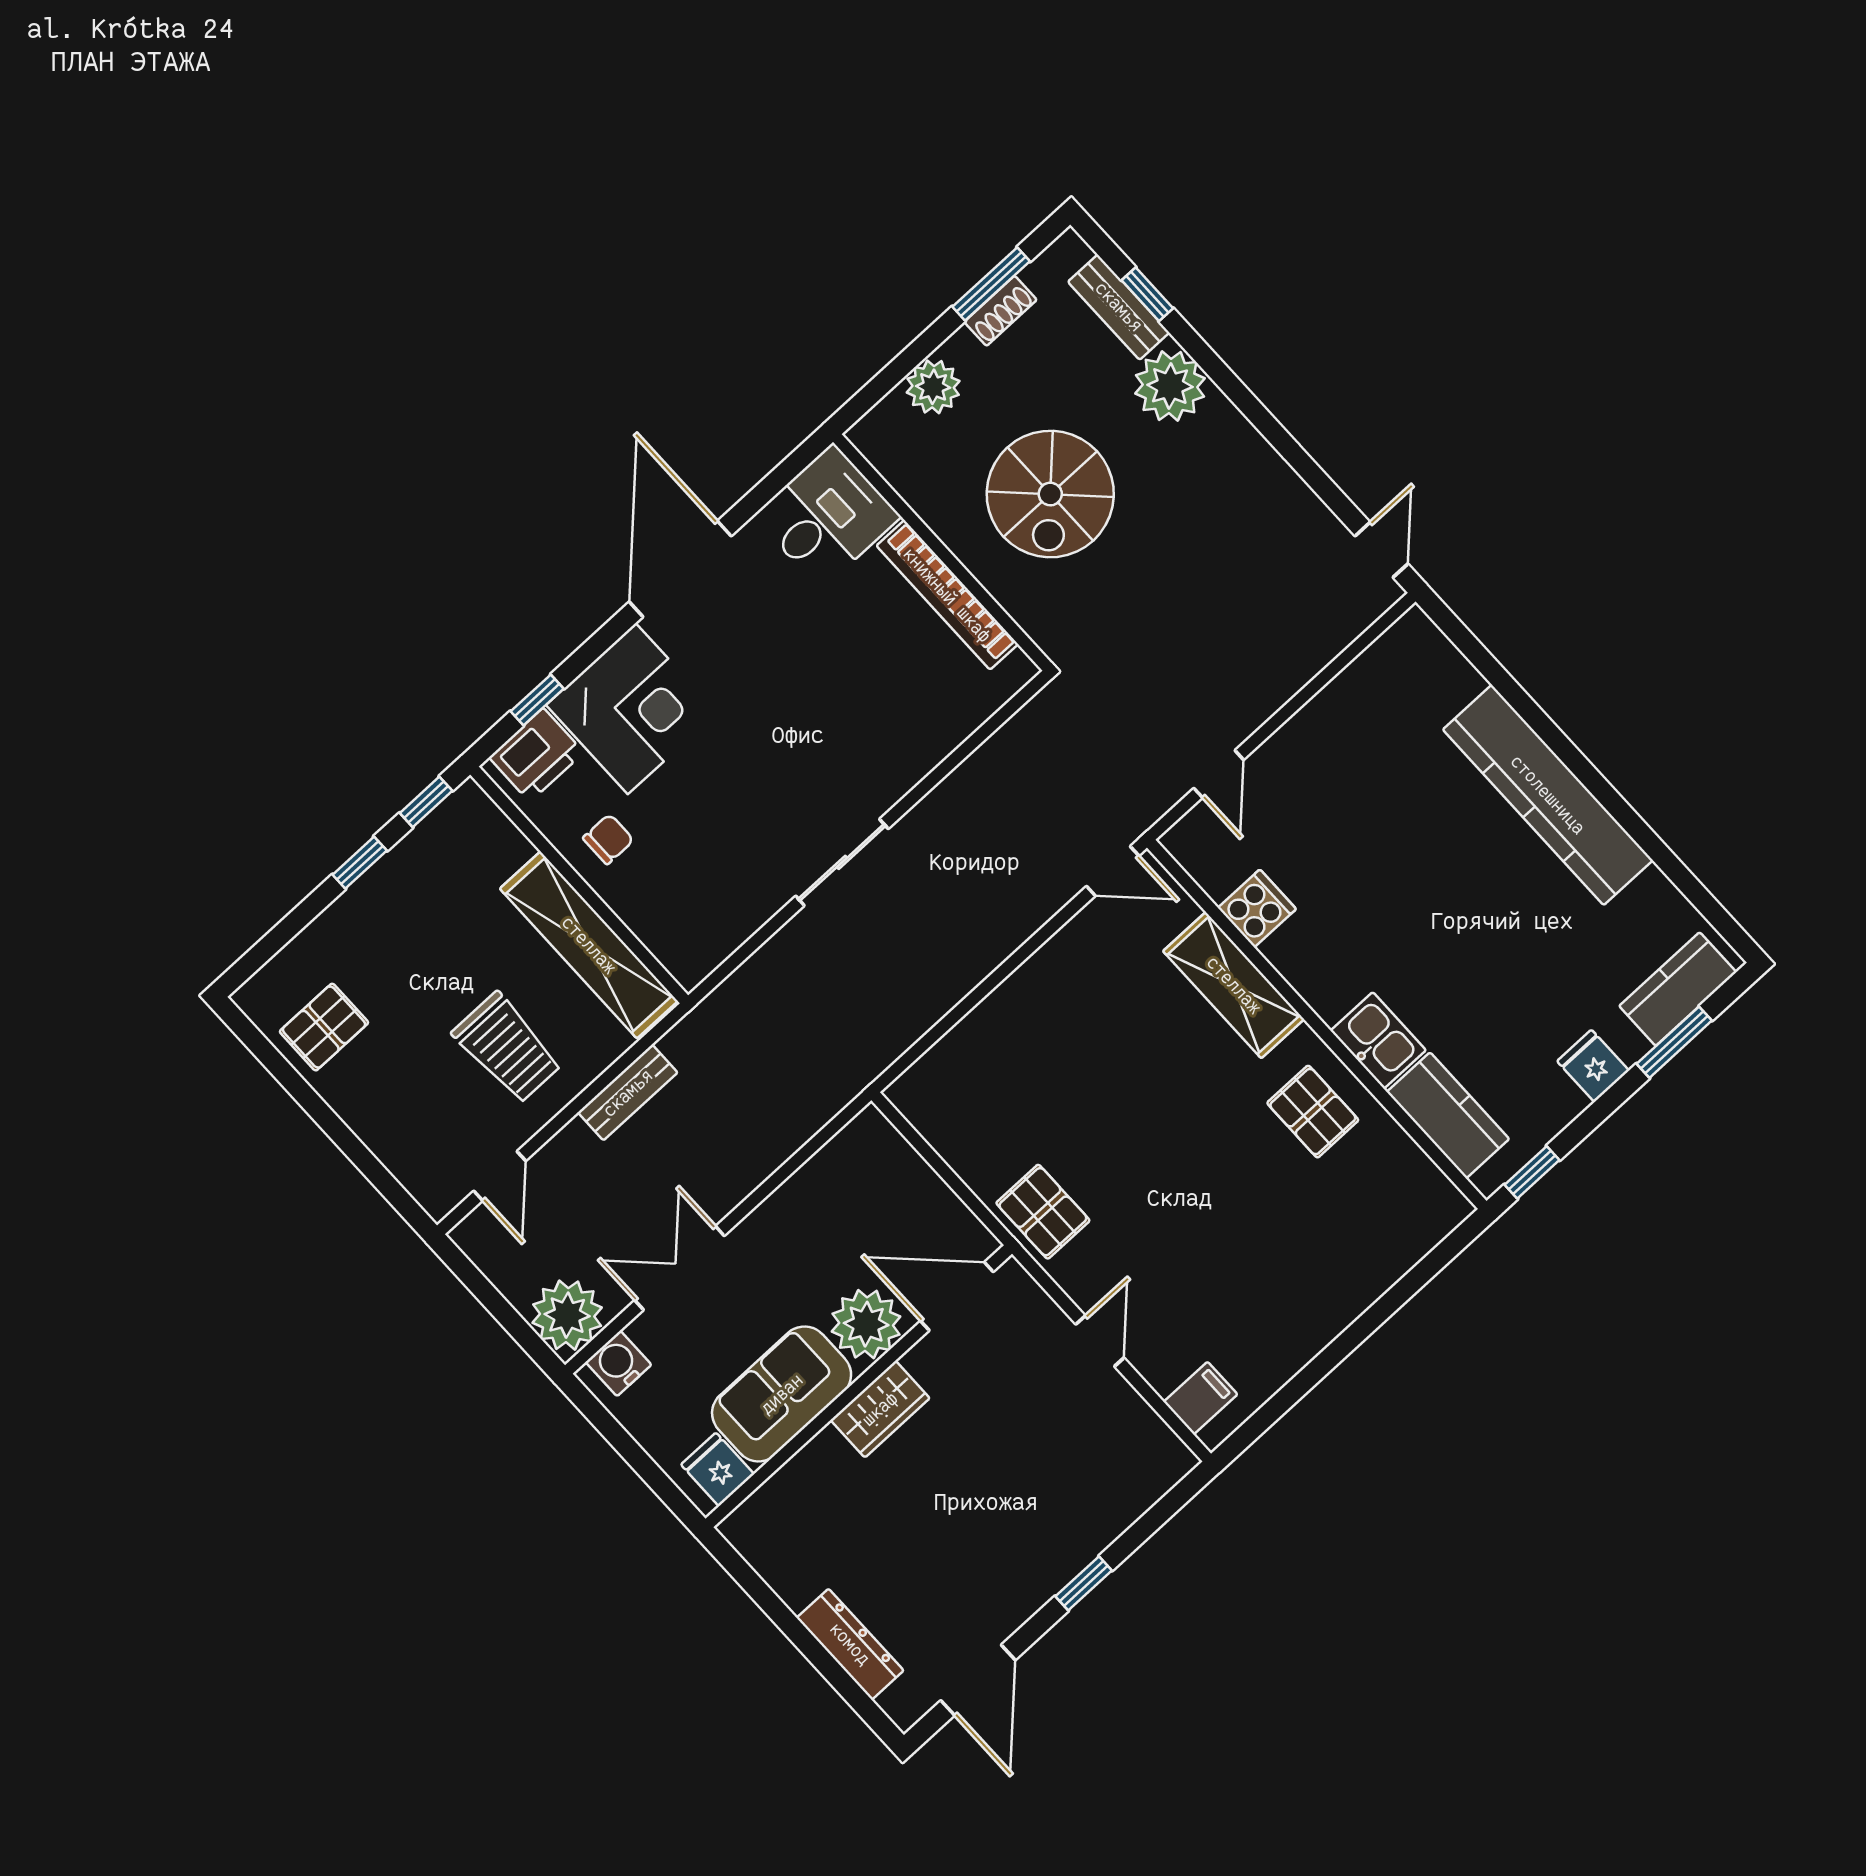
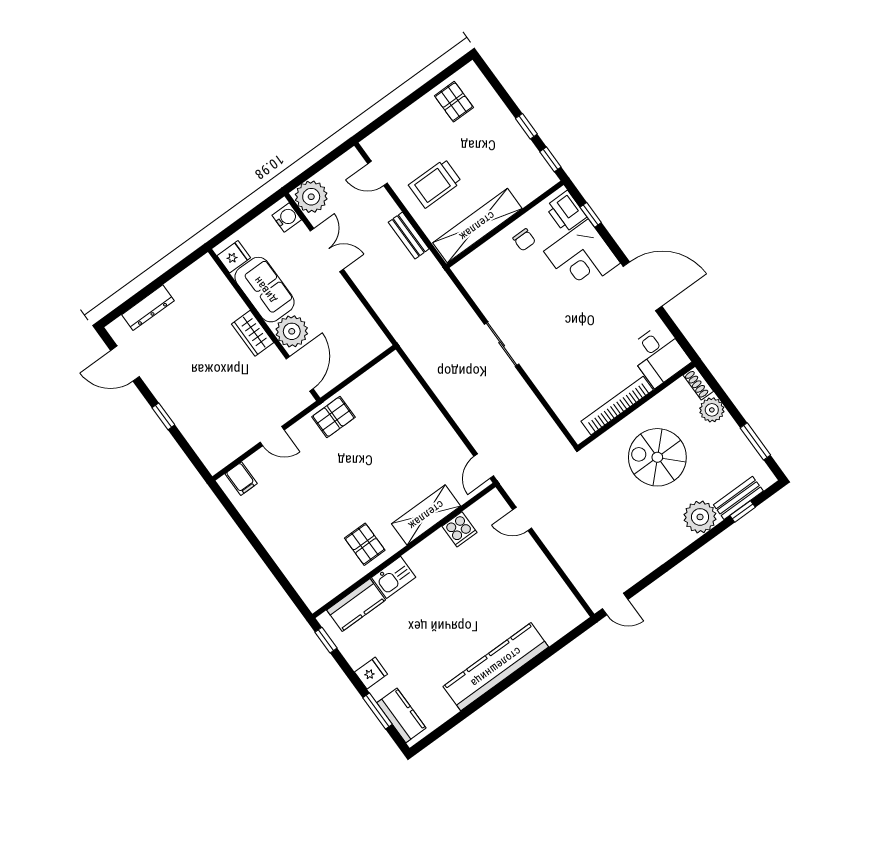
shoe rack: (1001, 311) -> (698, 383), moved
pallet: (1313, 1112) -> (365, 544), turned 90

